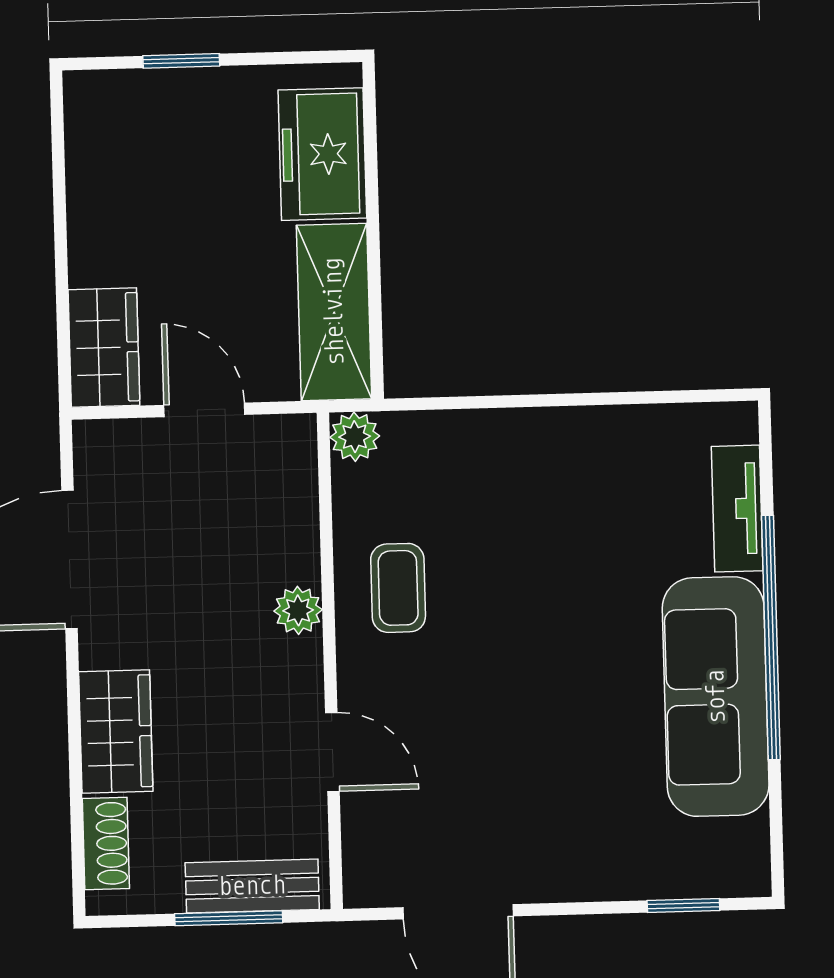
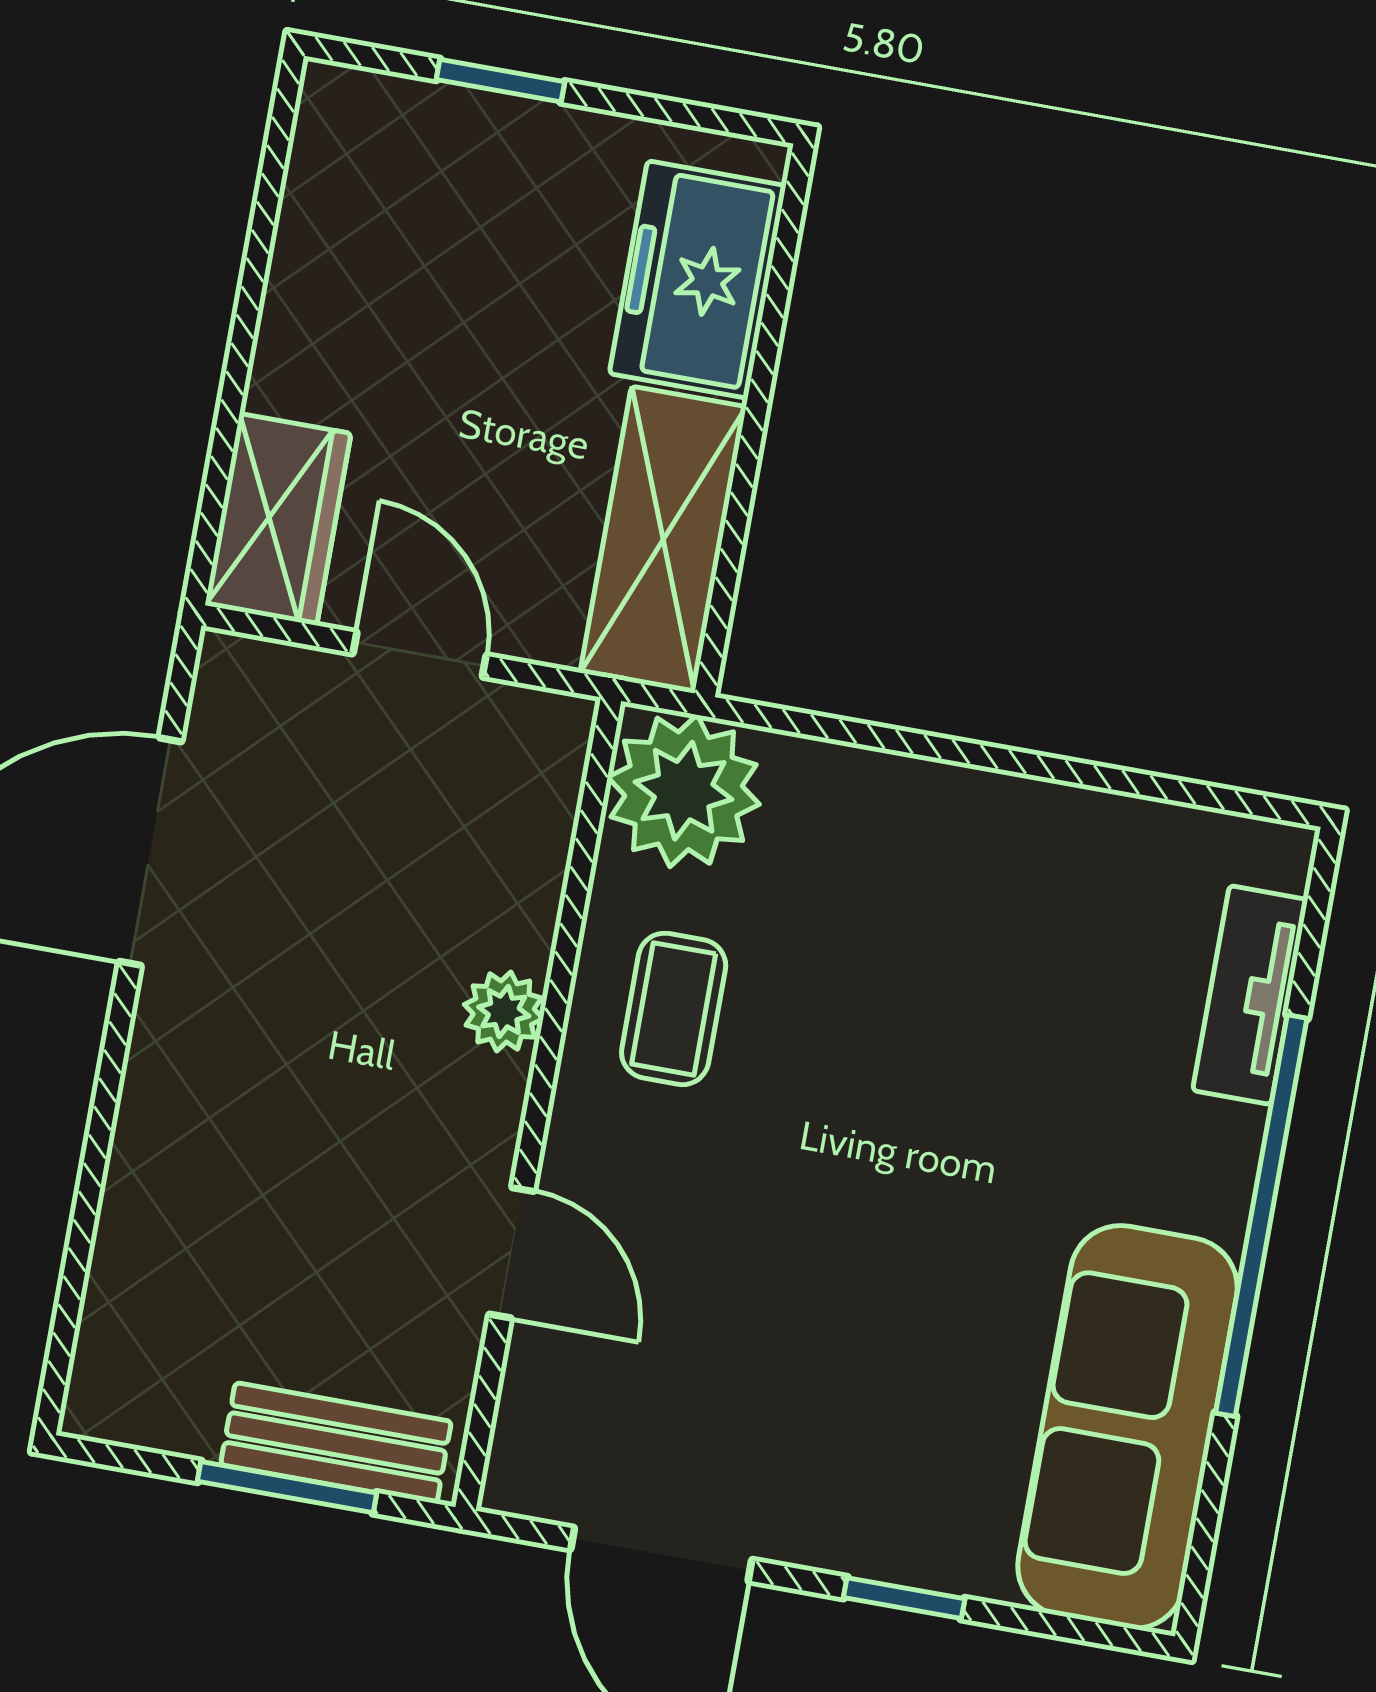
plant: (355, 437) -> (684, 791), width x1.87, depth x1.87
sofa: (716, 697) -> (1127, 1427), moved
wardrobe: (116, 732) -> (167, 1146), removed
shoe rack: (106, 844) -> (113, 1324), removed
window: (683, 905) -> (904, 1598), moved

